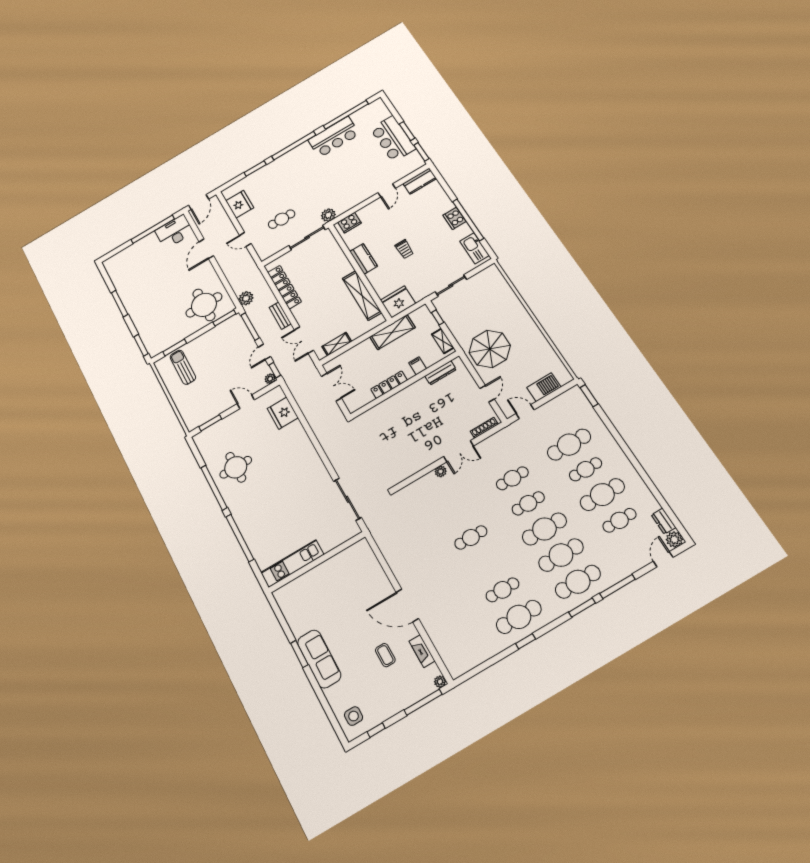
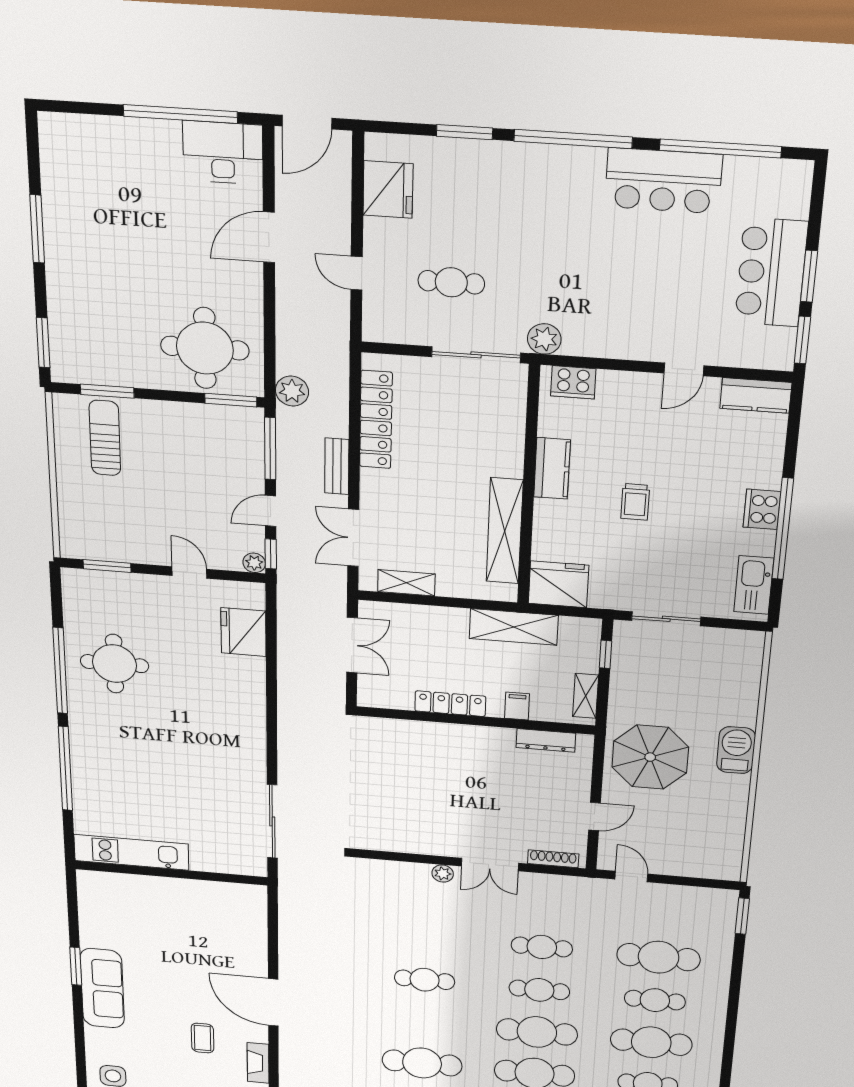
barbecue: (544, 387) -> (736, 750), moved, turned -90
cafe table: (502, 590) -> (422, 1063), width x1.37, depth x1.35

